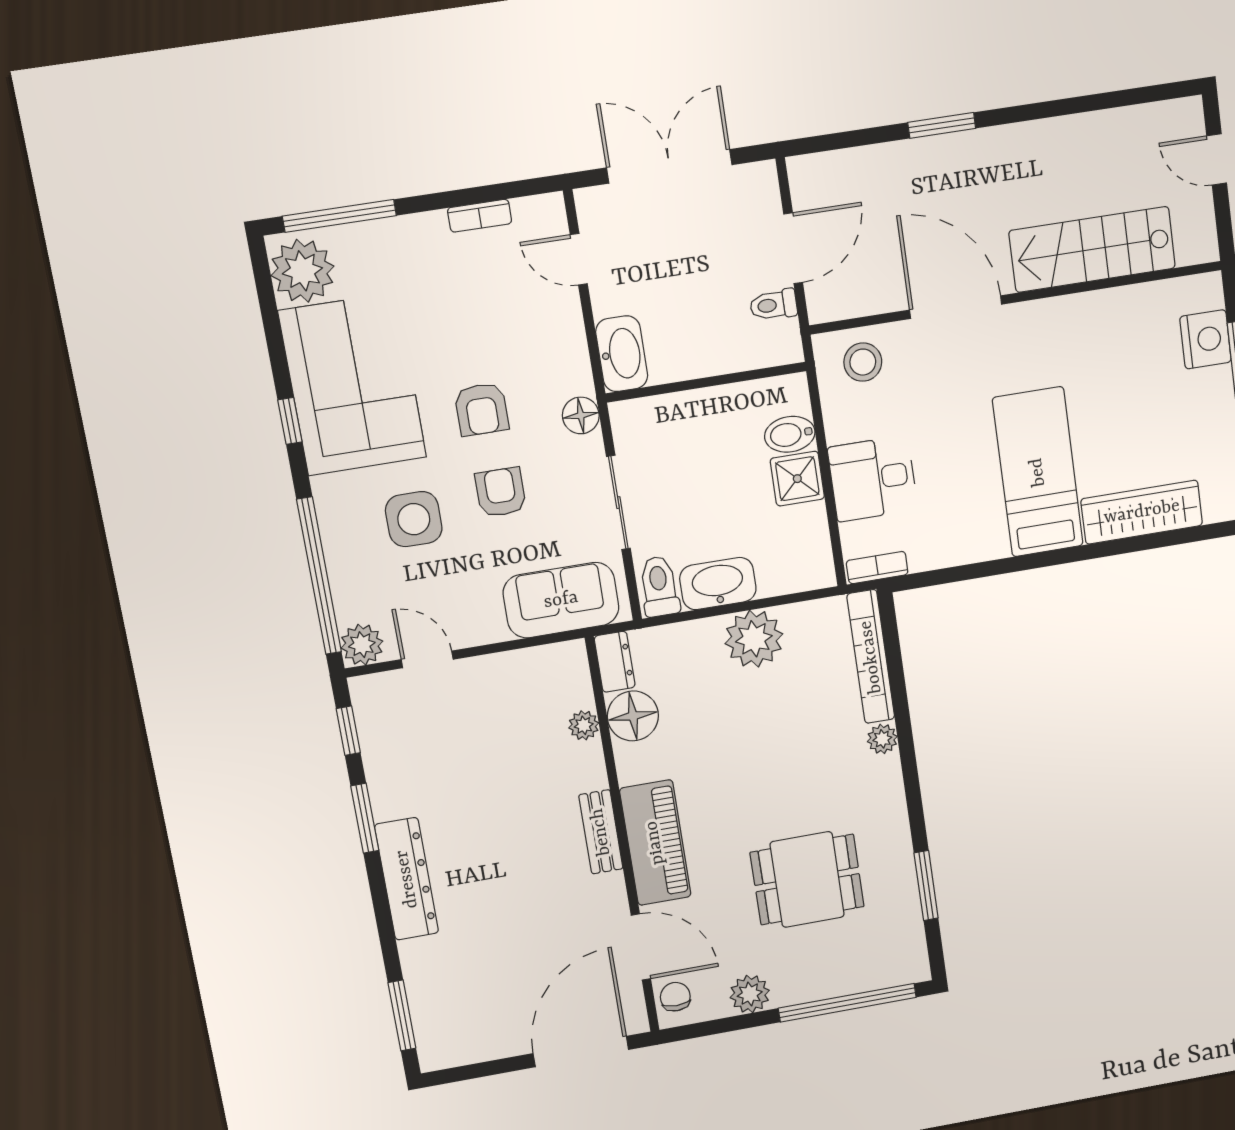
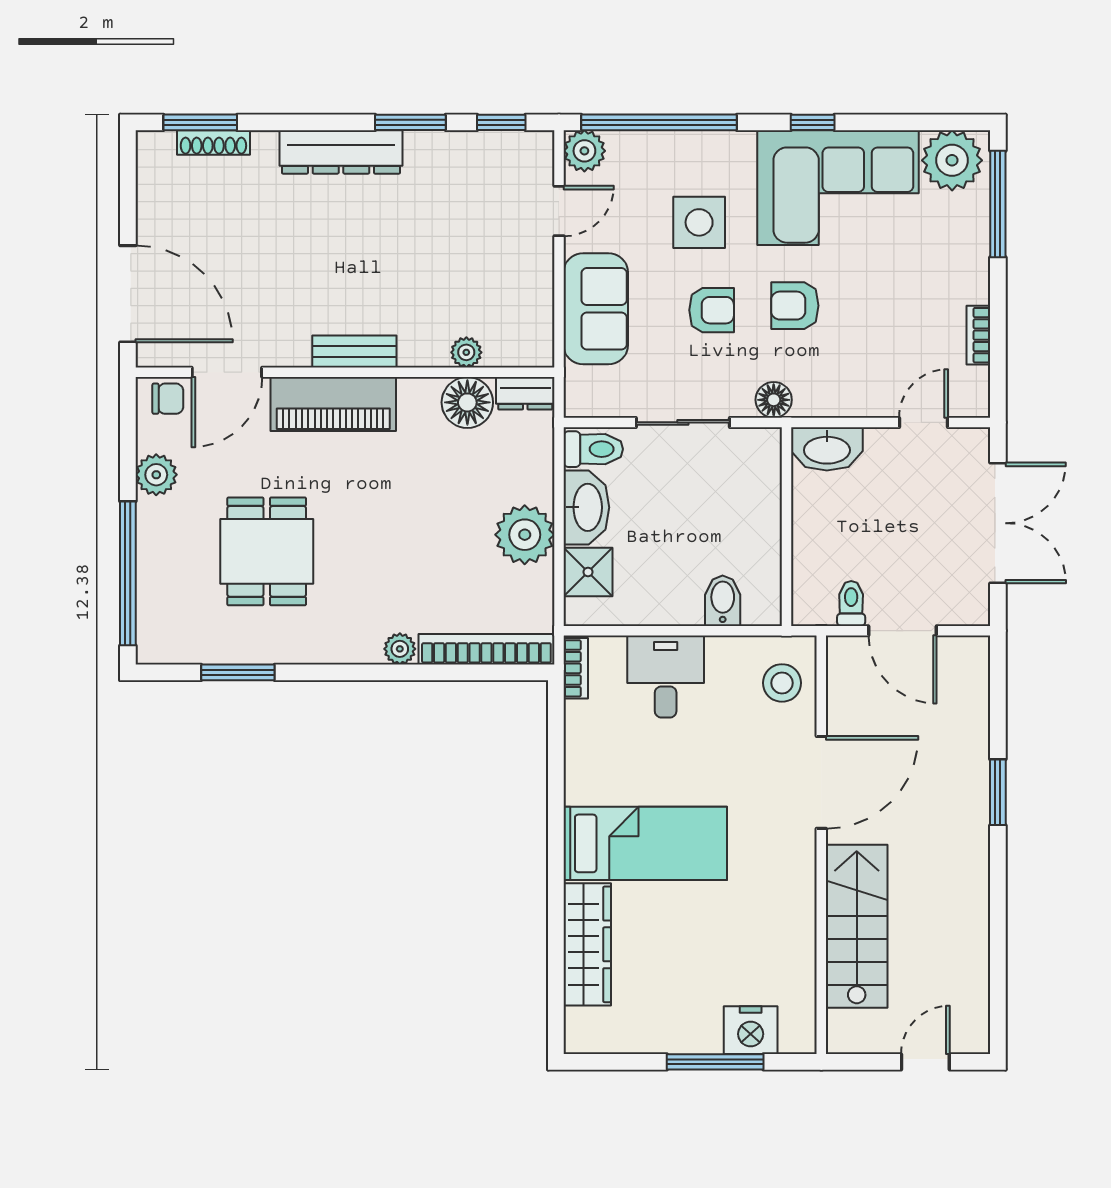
shower: (797, 479) -> (588, 572), moved
sofa: (561, 600) -> (596, 309), moved
shoe rack: (419, 1000) -> (213, 142), added

